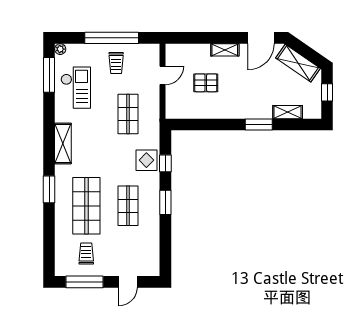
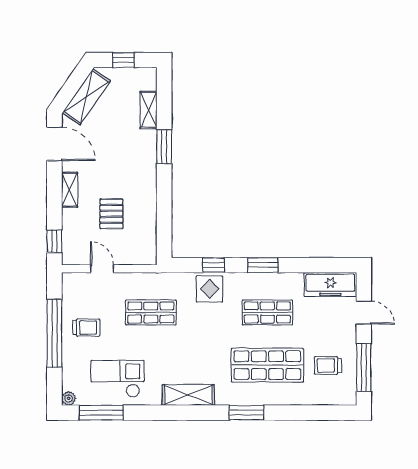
window: (184, 38) -> (54, 241), added
freezer: (150, 255) -> (330, 284), added

